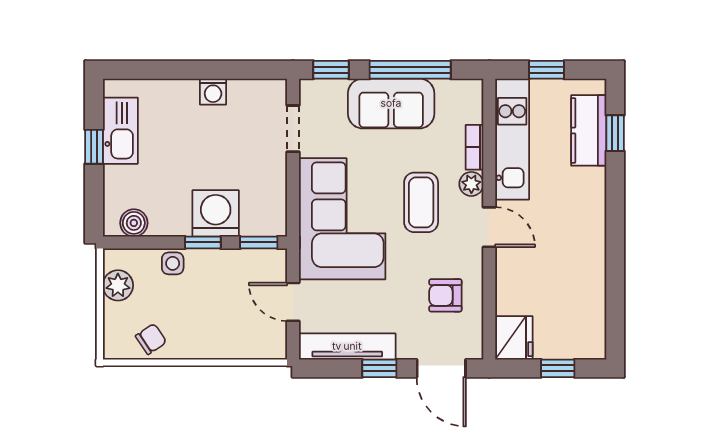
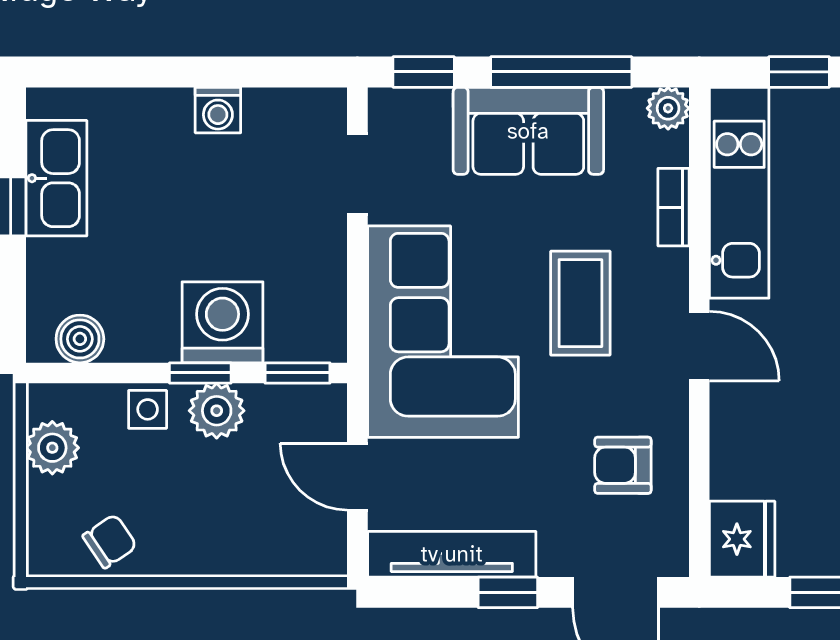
plant: (471, 184) -> (668, 108), moved
plant: (212, 264) -> (217, 411), added

